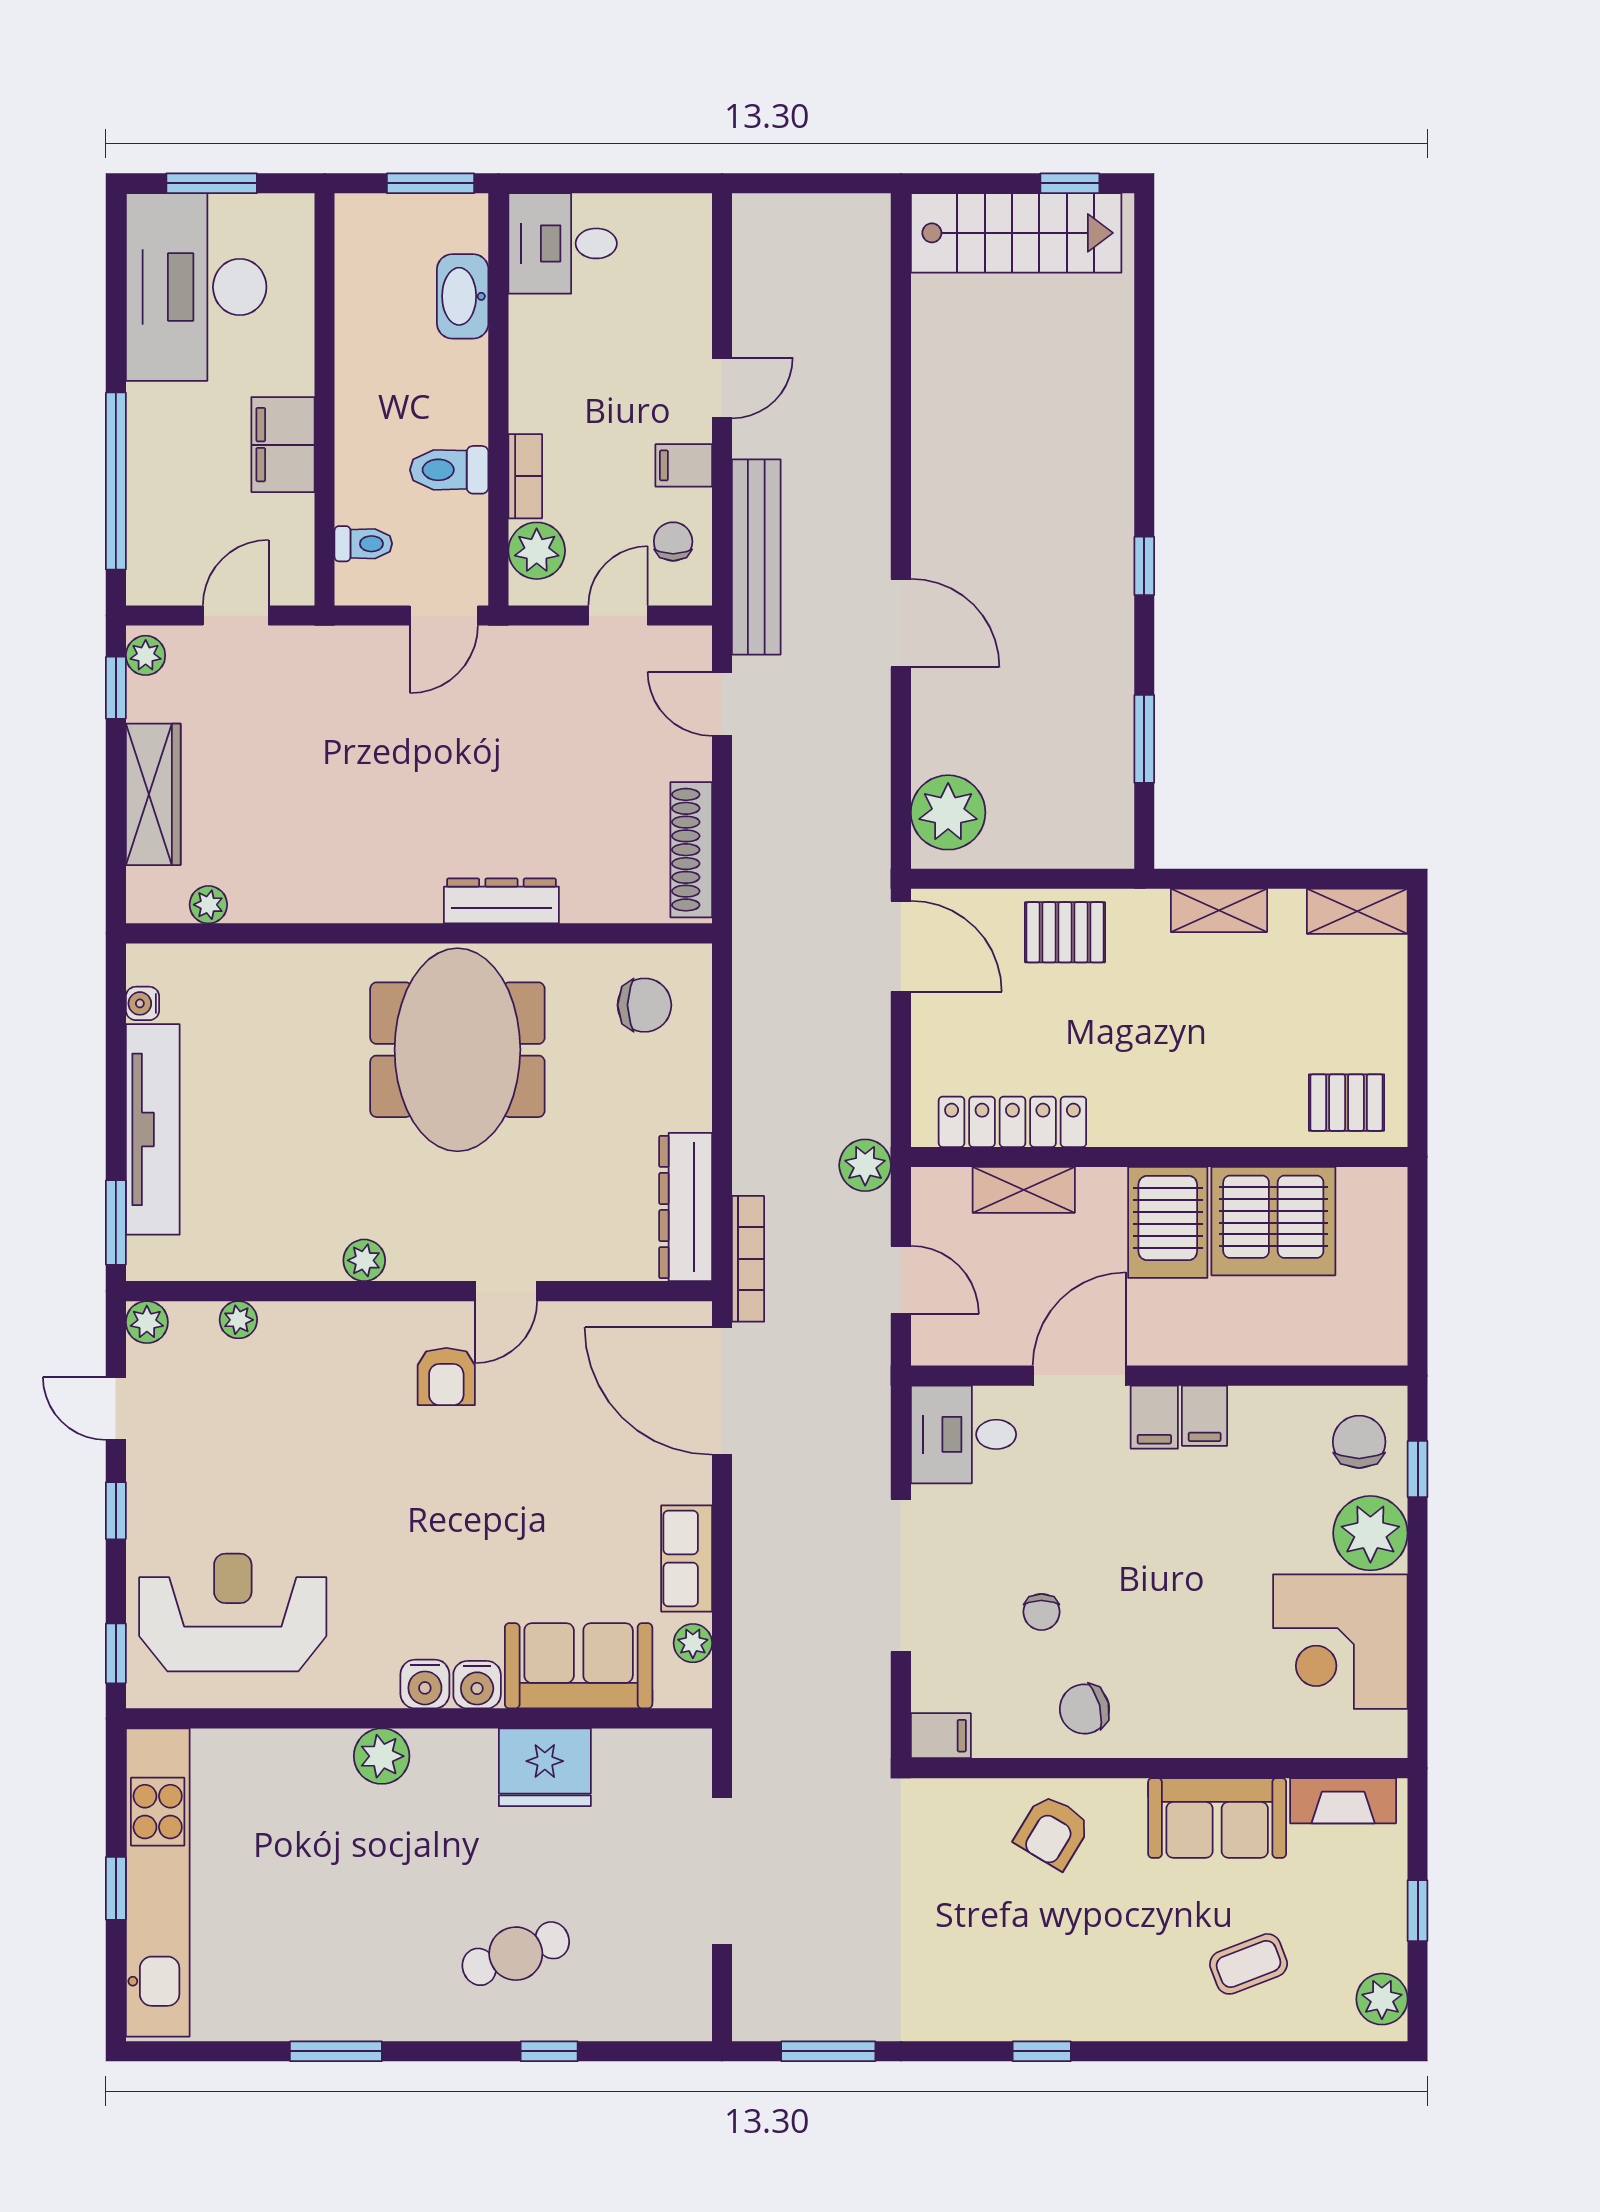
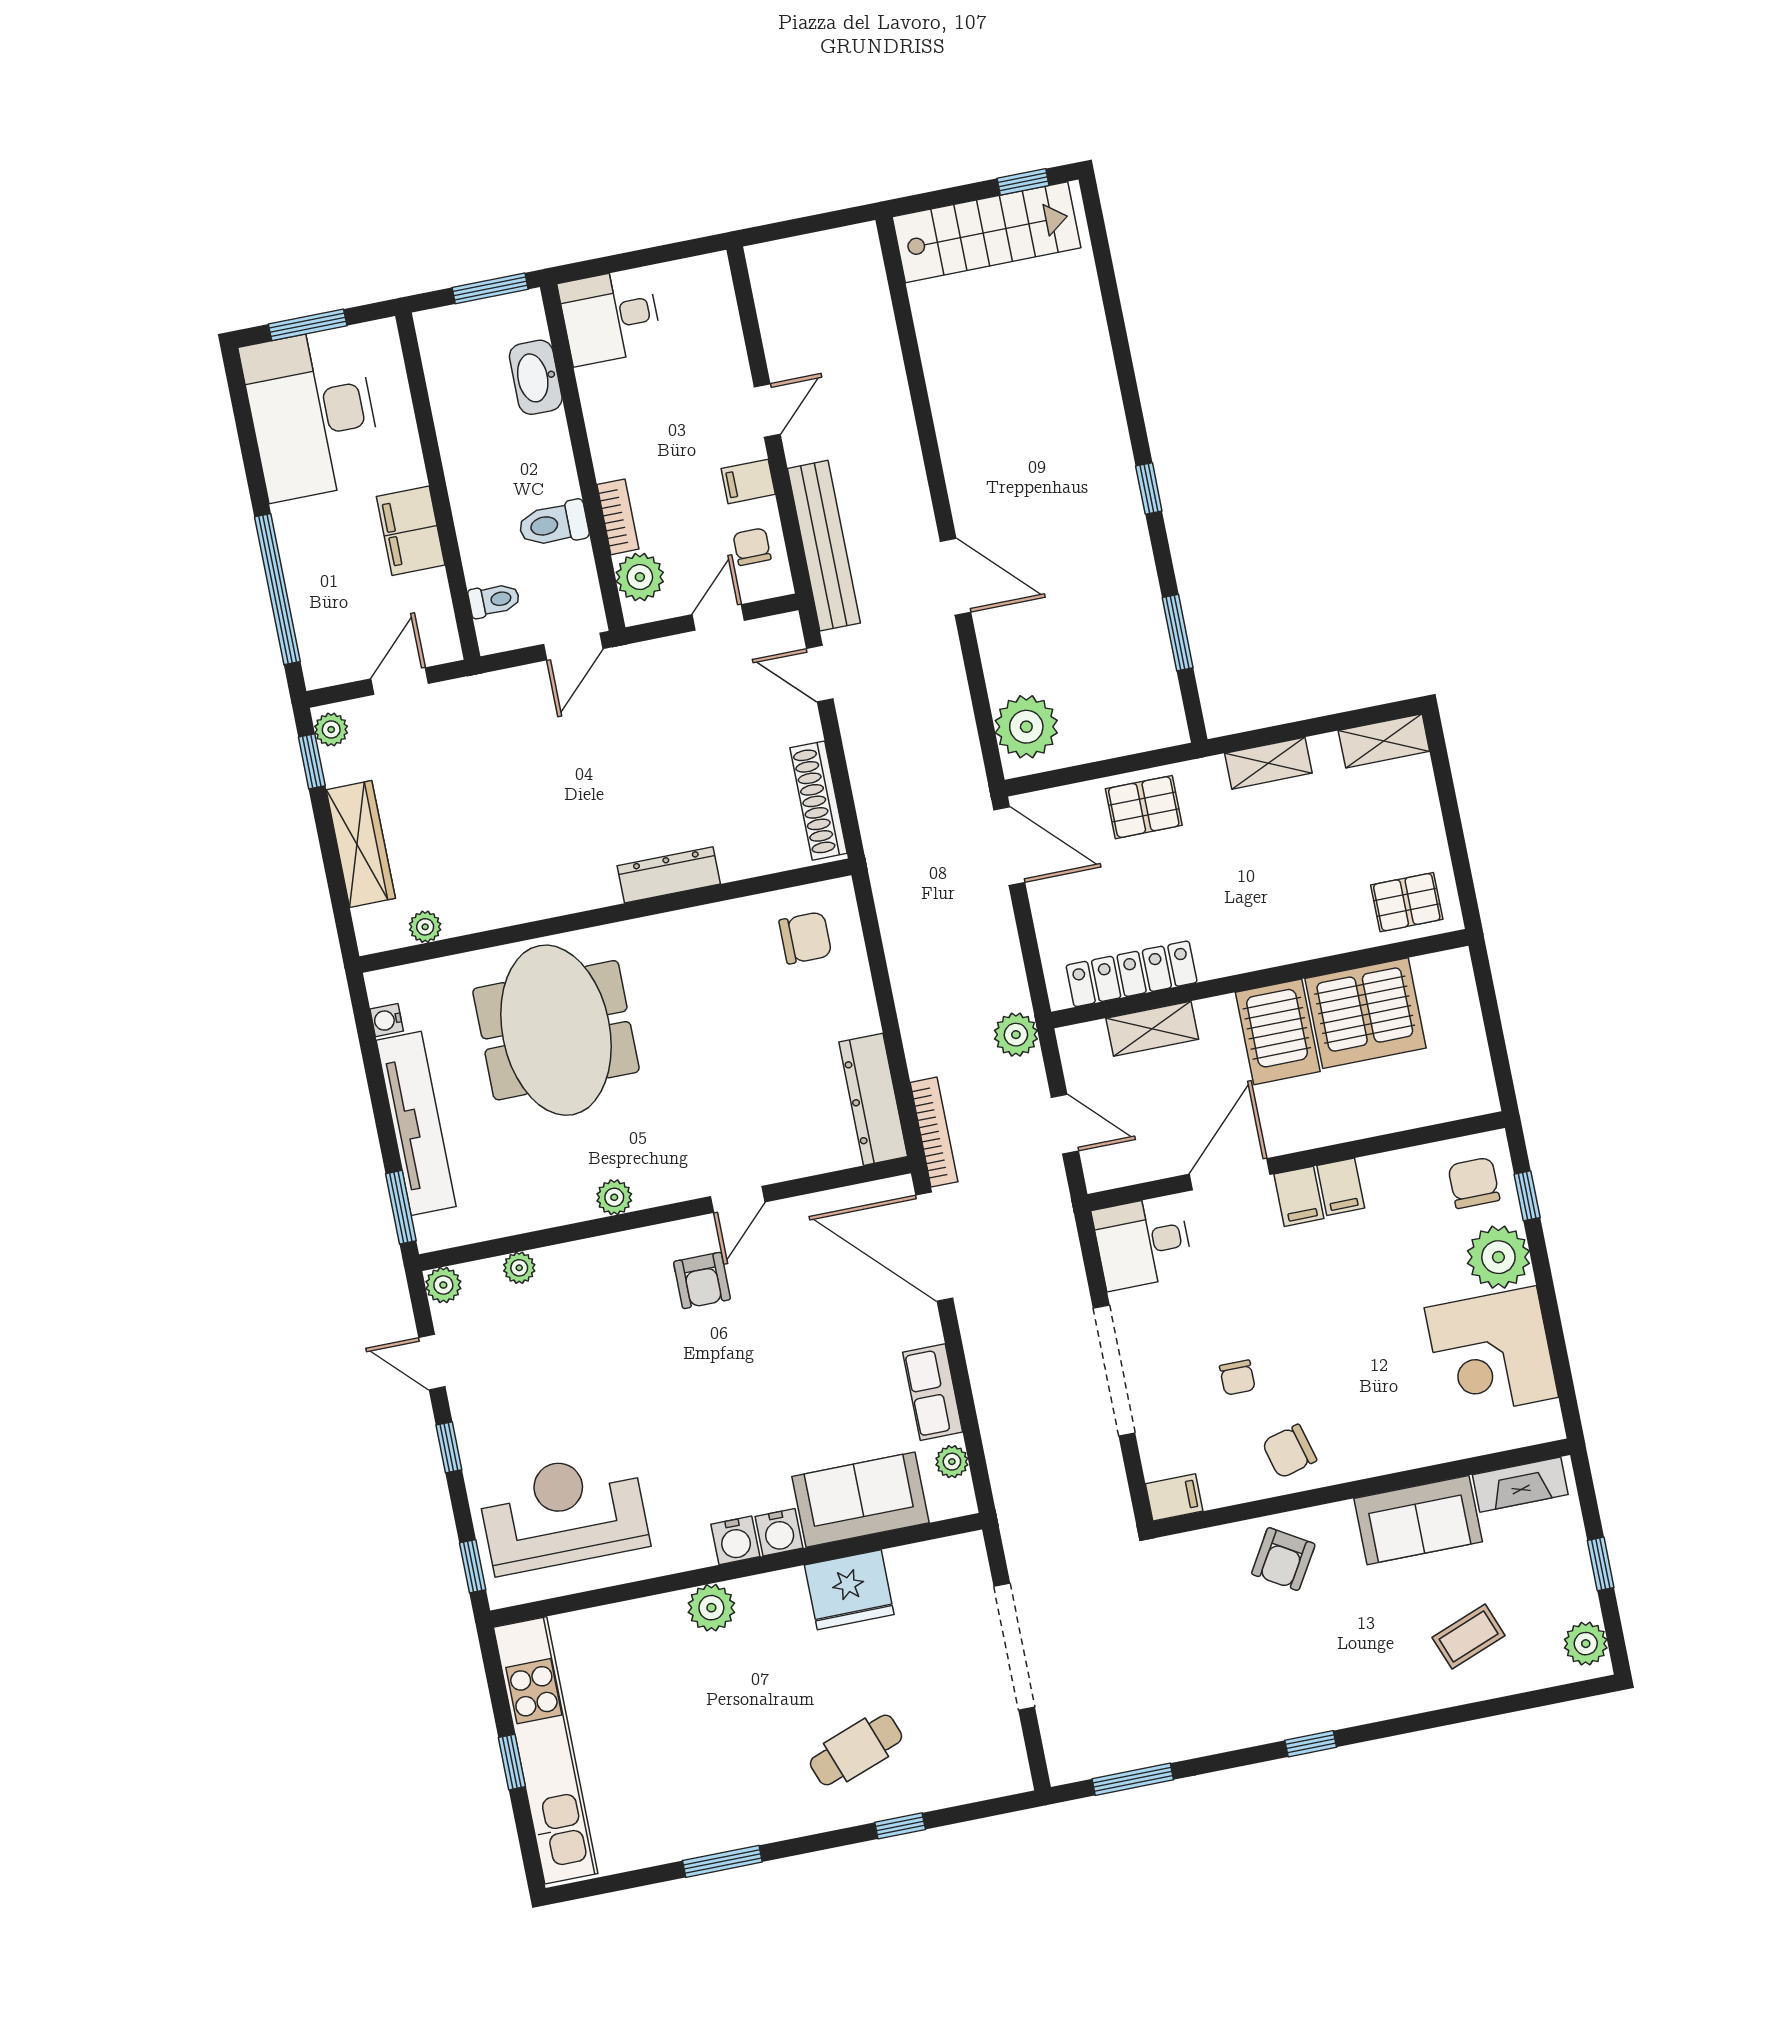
meeting table: (457, 1050) -> (556, 1030), moved

